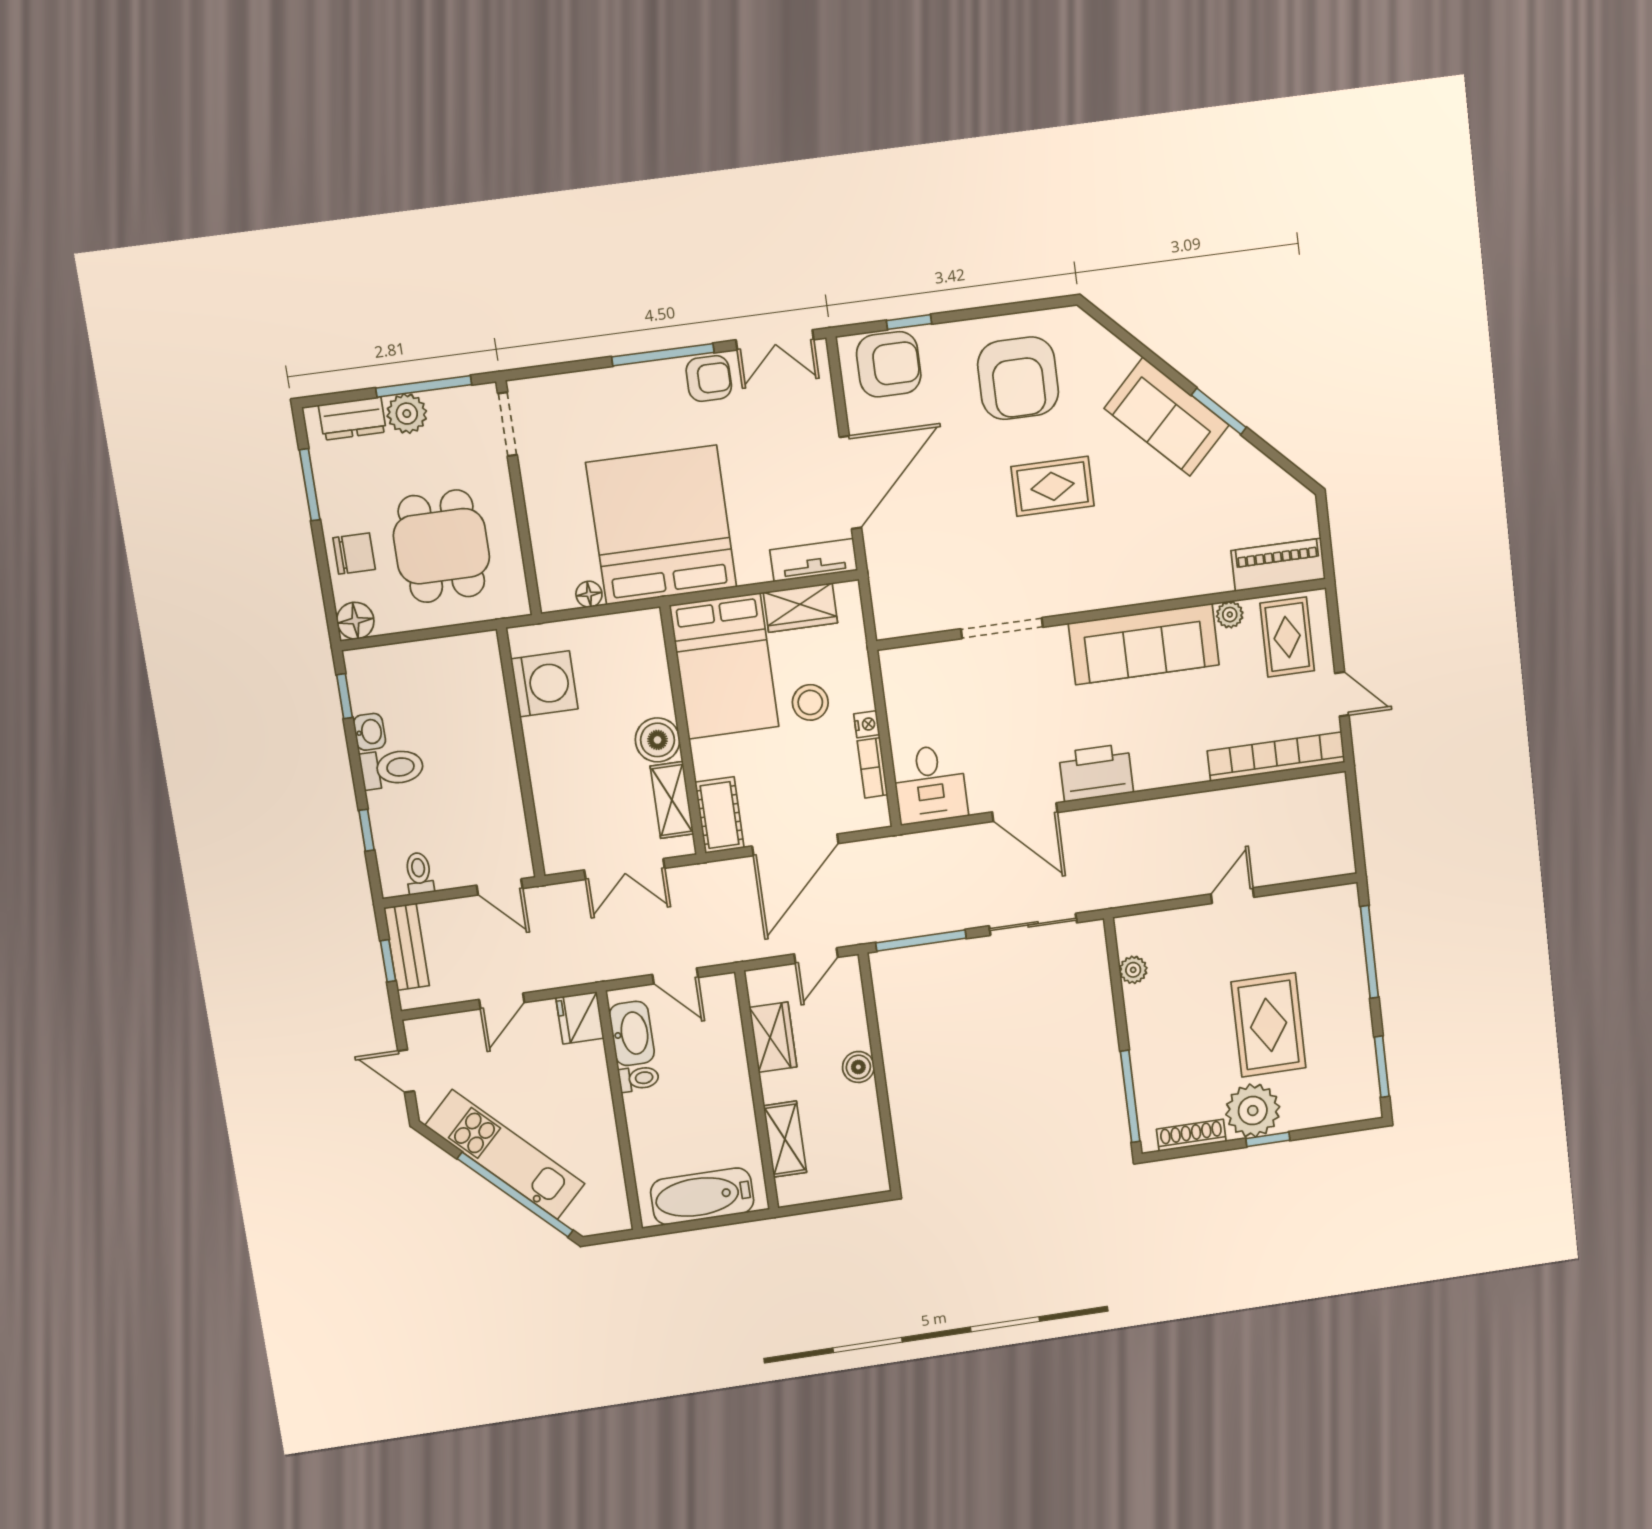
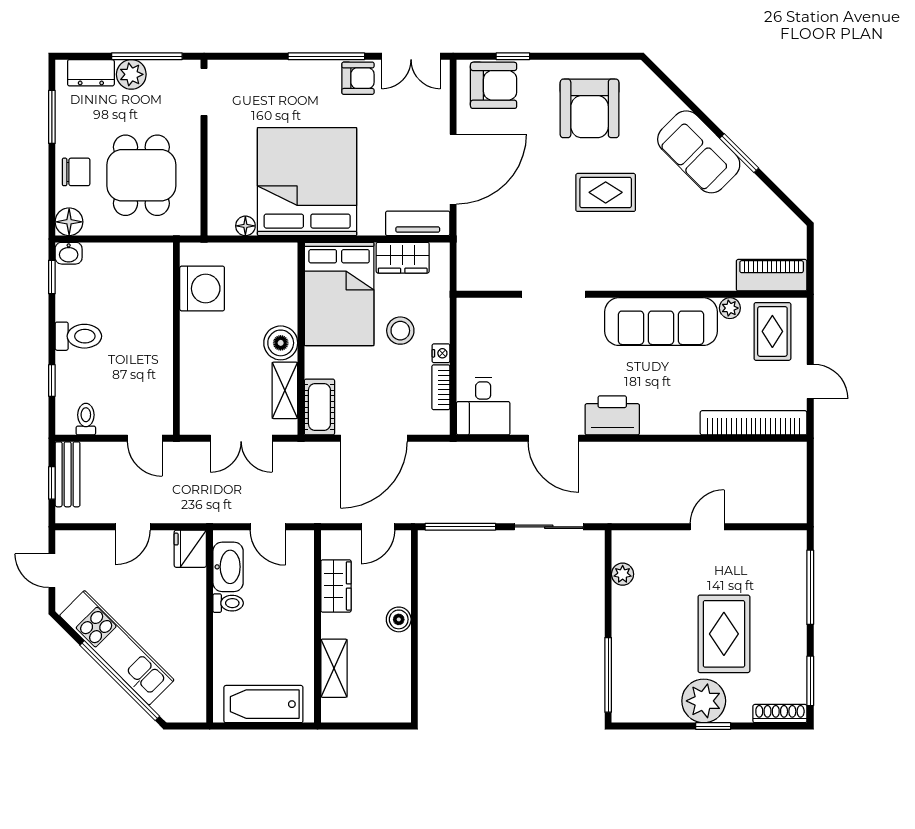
washbasin: (369, 732) -> (69, 253), moved, turned 90
shoe rack: (1191, 1135) -> (780, 714), moved

